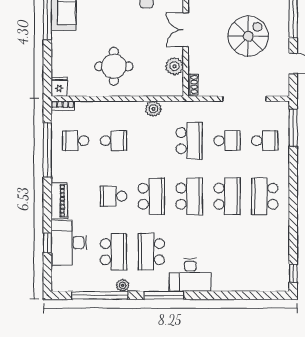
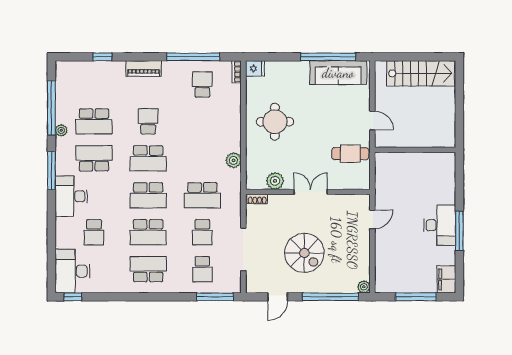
school desk: (114, 141) -> (94, 232), moved
desk: (69, 243) -> (72, 271), moved, turned -90

